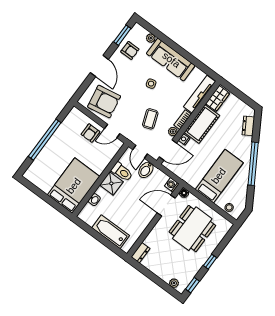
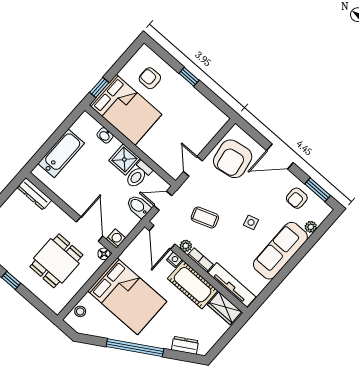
armchair: (90, 133) -> (150, 78), moved
window: (45, 140) -> (189, 77), width x0.32
bed: (219, 176) -> (127, 296), width x1.50
window: (58, 207) -> (99, 88), added
dining table: (192, 229) -> (56, 261), width x0.73
dresser: (141, 253) -> (34, 194), width x1.44

